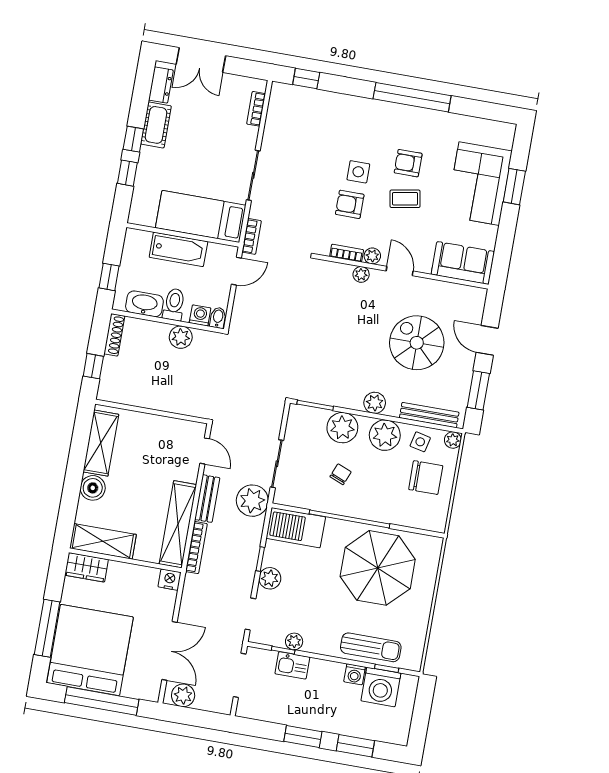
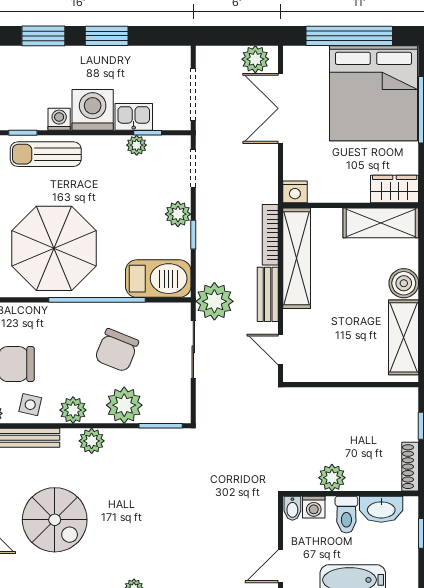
plant: (385, 435) -> (73, 410), width x0.73, depth x0.73
chair: (341, 474) -> (117, 350), width x1.87, depth x1.87
washing machine: (381, 687) -> (93, 110), moved

